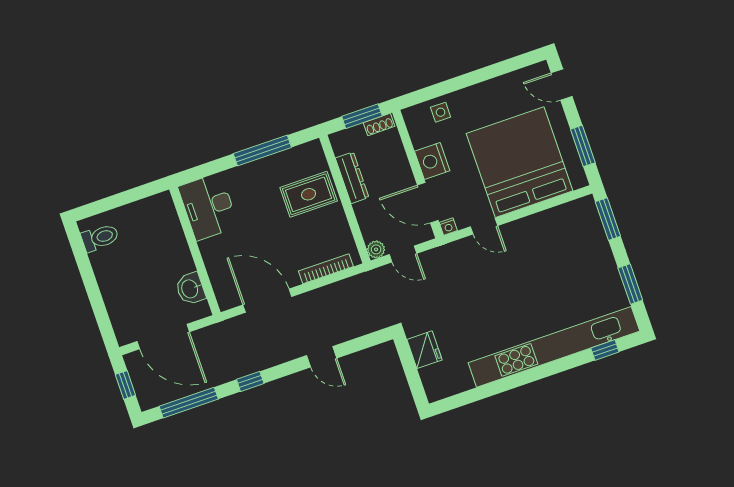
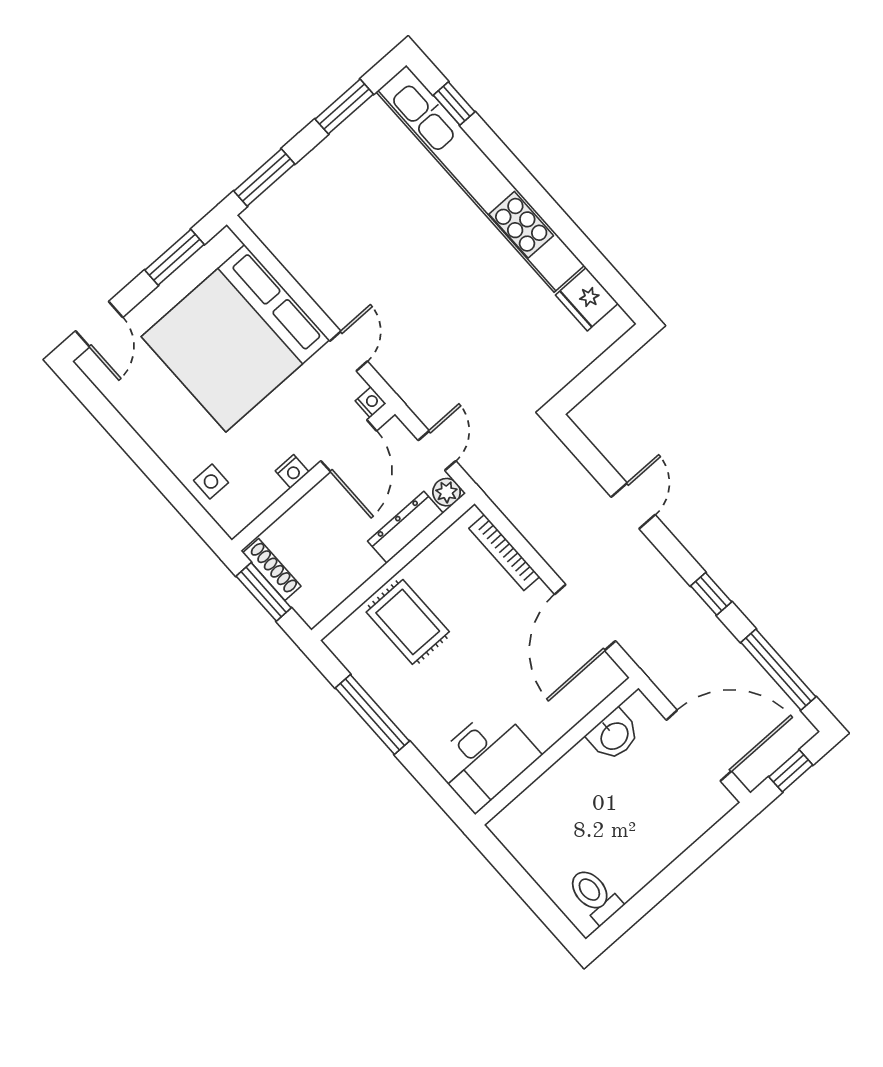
shoe rack: (379, 124) -> (272, 570), width x1.43
nightstand: (432, 161) -> (292, 471), width x0.53, depth x0.56
dresser: (352, 178) -> (405, 527), moved
door: (163, 337) -> (699, 746), hinge flipped
fridge: (424, 350) -> (587, 299), moved, turned -90

